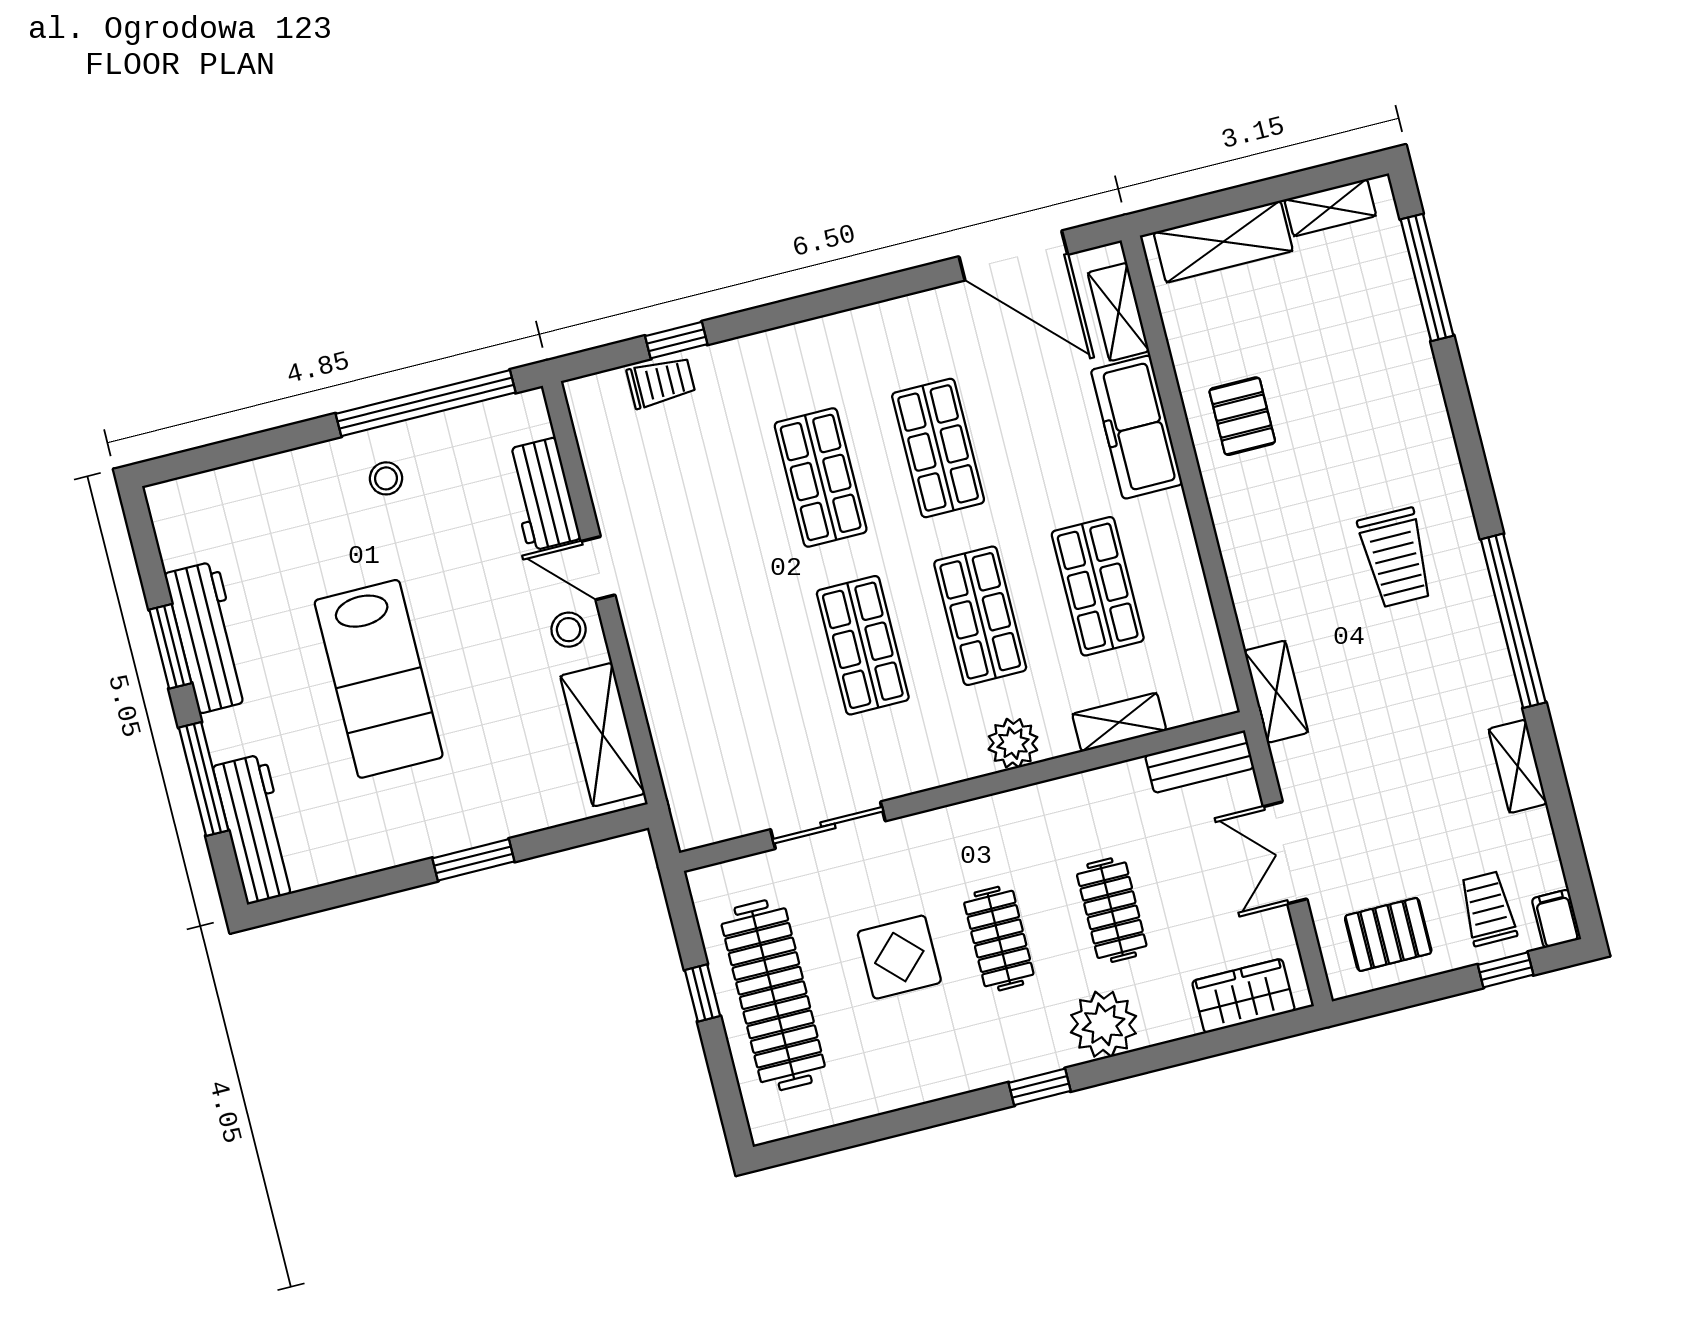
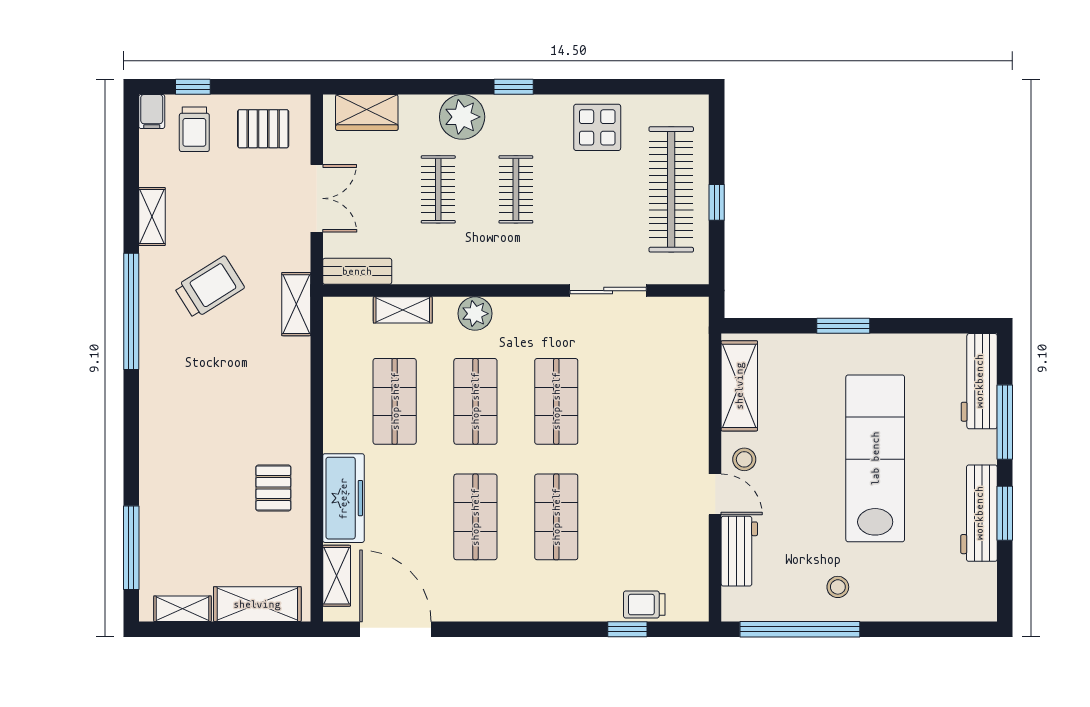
trolley: (1396, 558) -> (209, 287), moved, turned 58
lab bench: (379, 679) -> (875, 458), width x1.36
display table: (899, 957) -> (597, 127), moved

